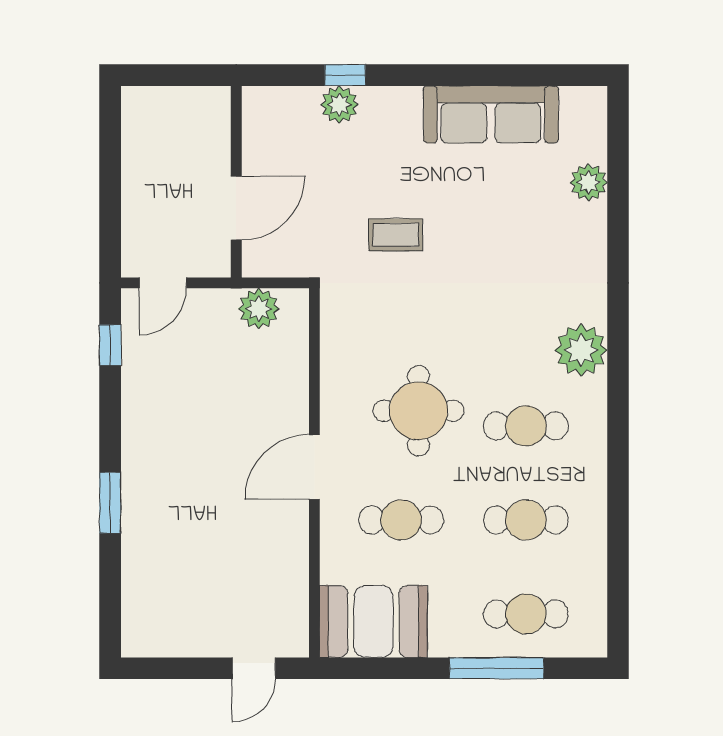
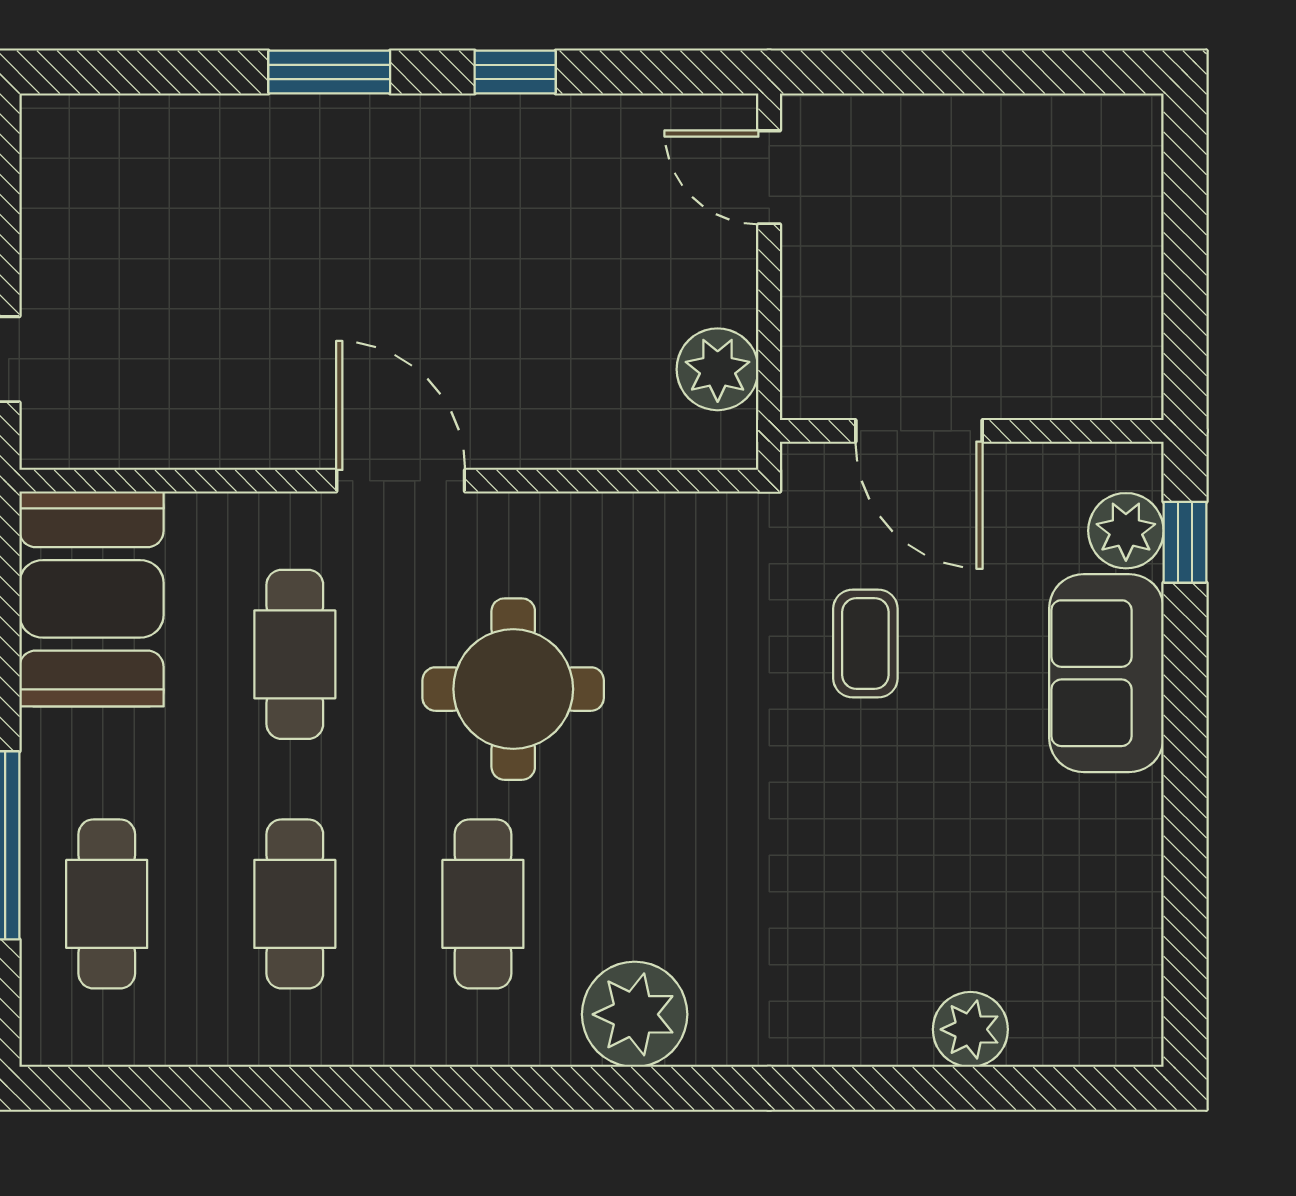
sofa: (491, 114) -> (1106, 673), moved, width x0.73
wall: (236, 182) -> (972, 431), moved
door: (236, 208) -> (919, 431), moved
window: (110, 345) -> (515, 72), moved

